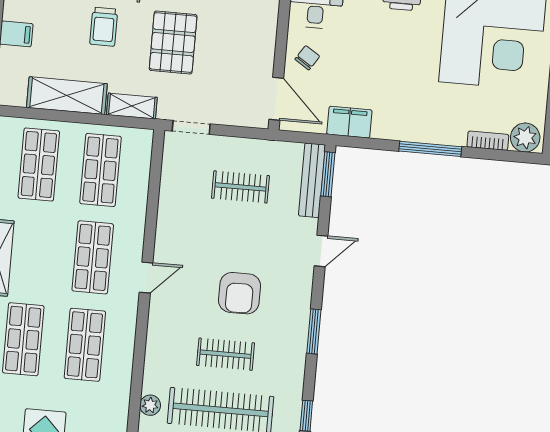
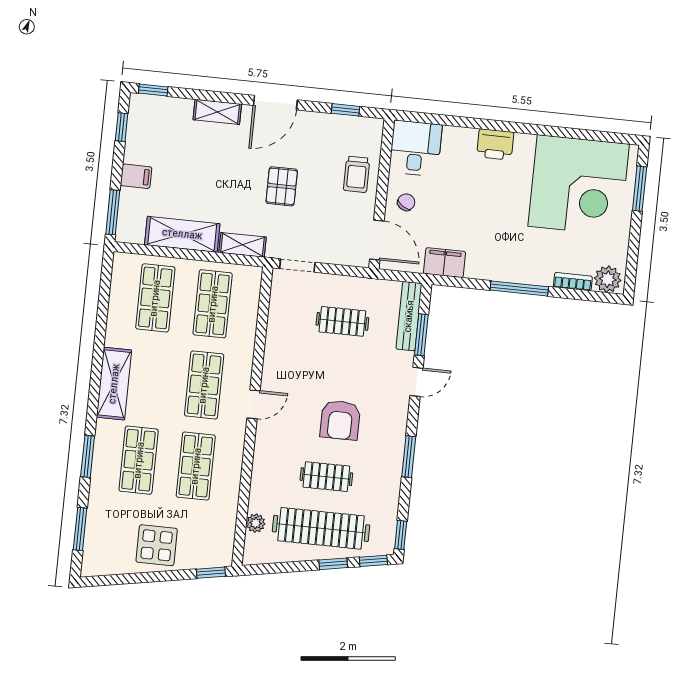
trolley: (104, 27) -> (357, 174), moved
pallet: (173, 43) -> (282, 186), width x0.67, depth x0.71
window: (328, 174) -> (421, 335), moved

